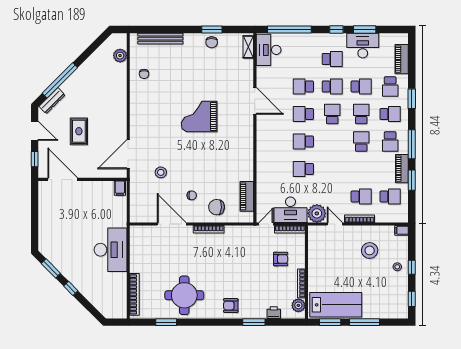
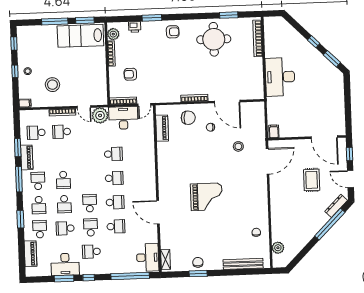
school desk: (332, 87) -> (91, 227), turned 90
school desk: (332, 114) -> (90, 203), turned 180
school desk: (390, 114) -> (39, 205), turned -90

